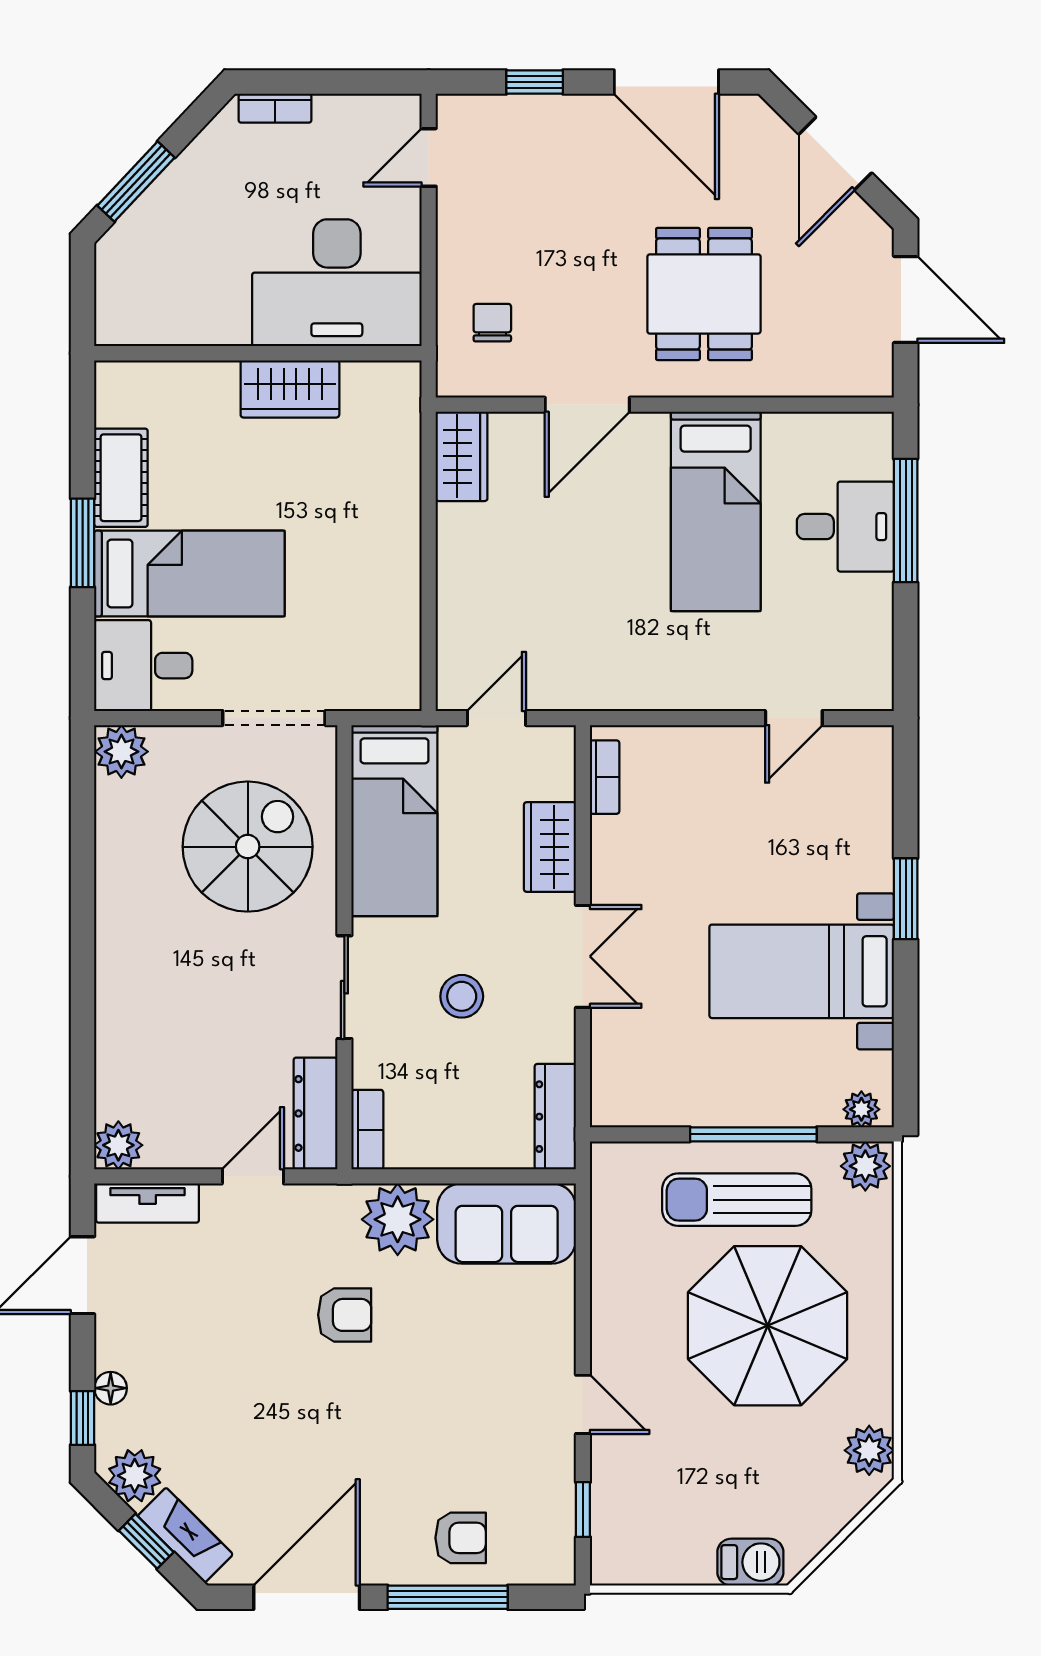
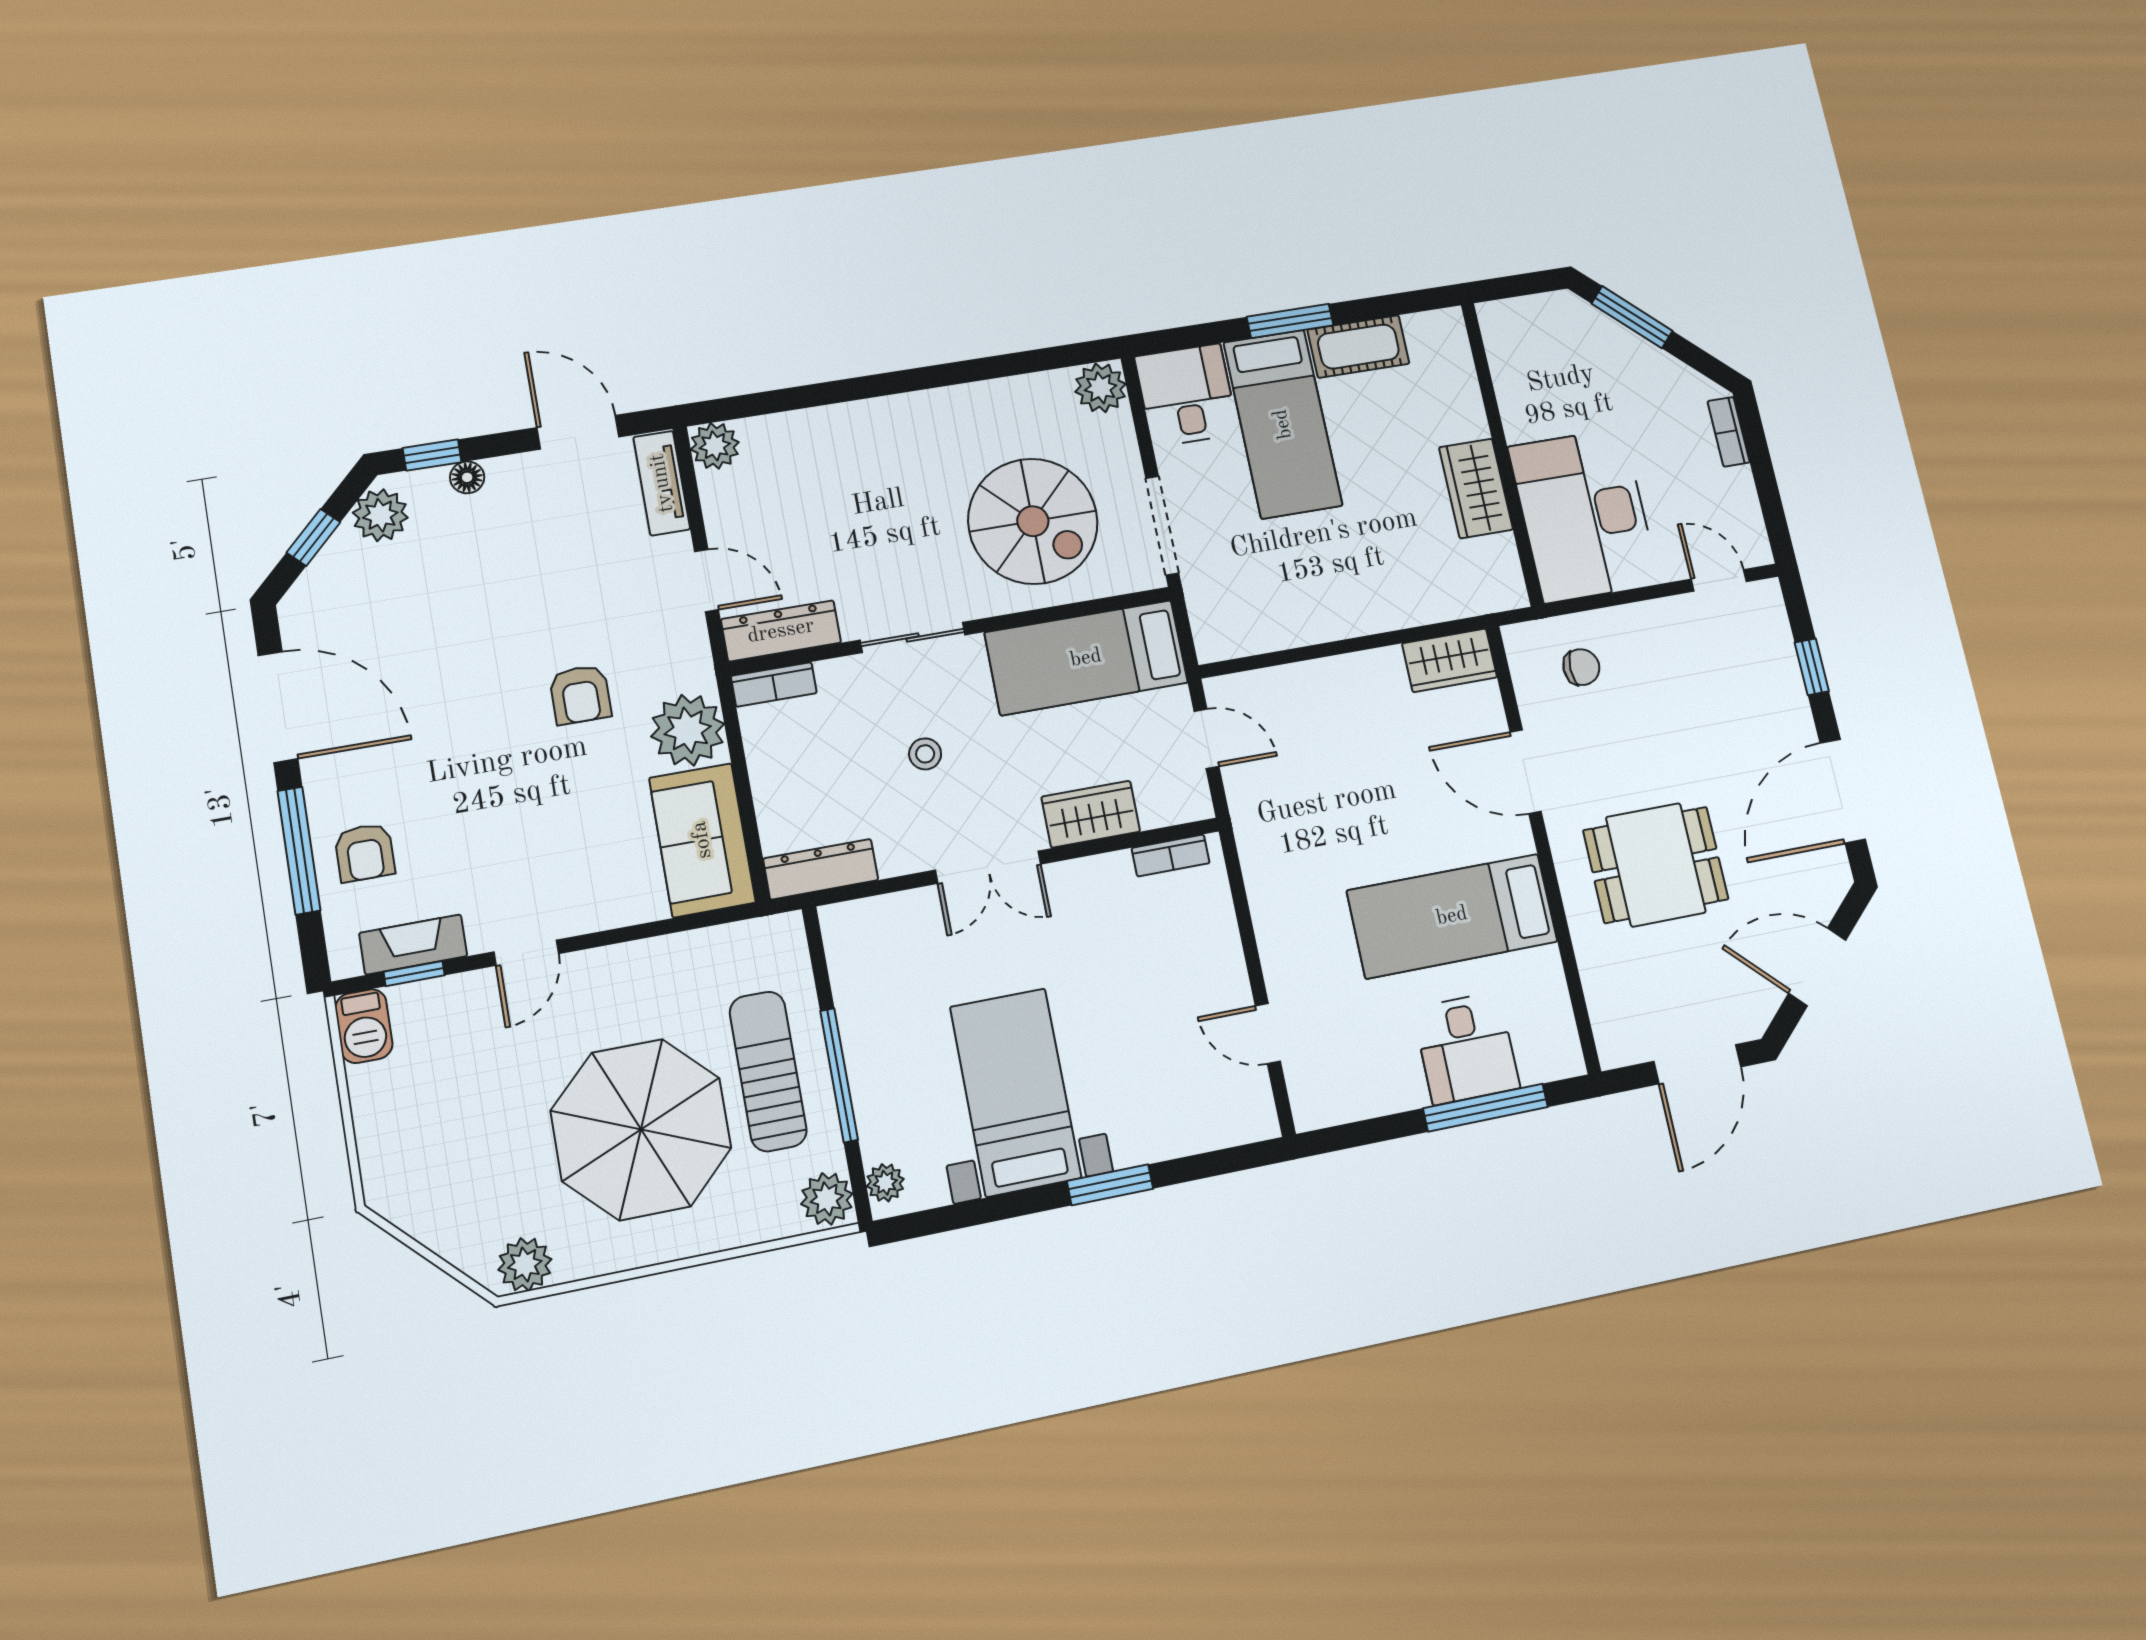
stool: (462, 996) -> (925, 754), width x0.73, depth x0.73
fireplace: (185, 1535) -> (413, 945), moved, turned -135
barbecue: (750, 1562) -> (364, 1026), moved

